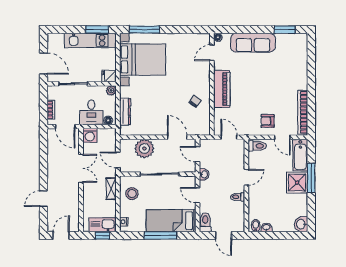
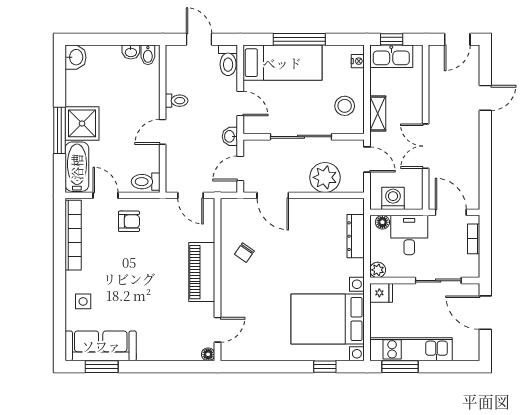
window: (144, 30) -> (325, 367), width x0.46
sofa: (253, 43) -> (101, 346), moved
side table: (296, 71) -> (83, 301), added
washing machine: (90, 135) -> (393, 198), moved
door: (198, 154) -> (240, 168), swing flipped

